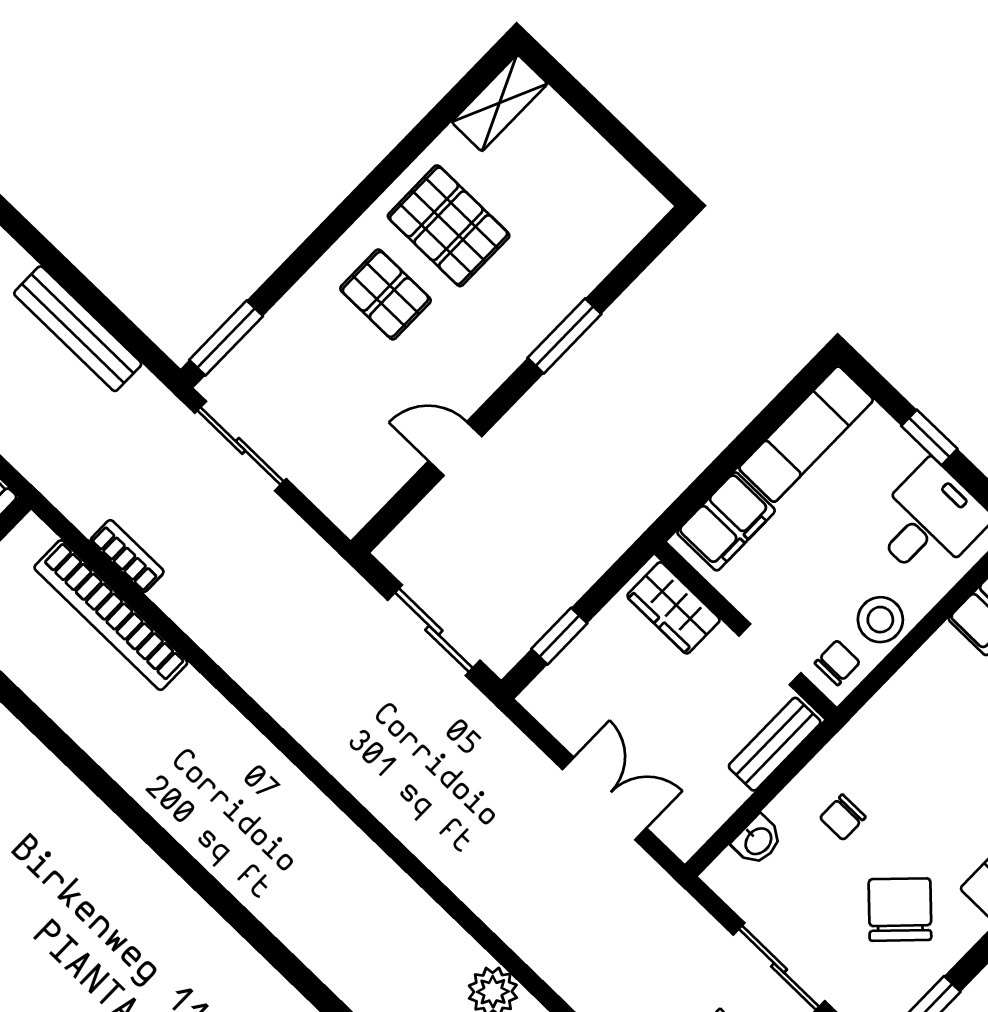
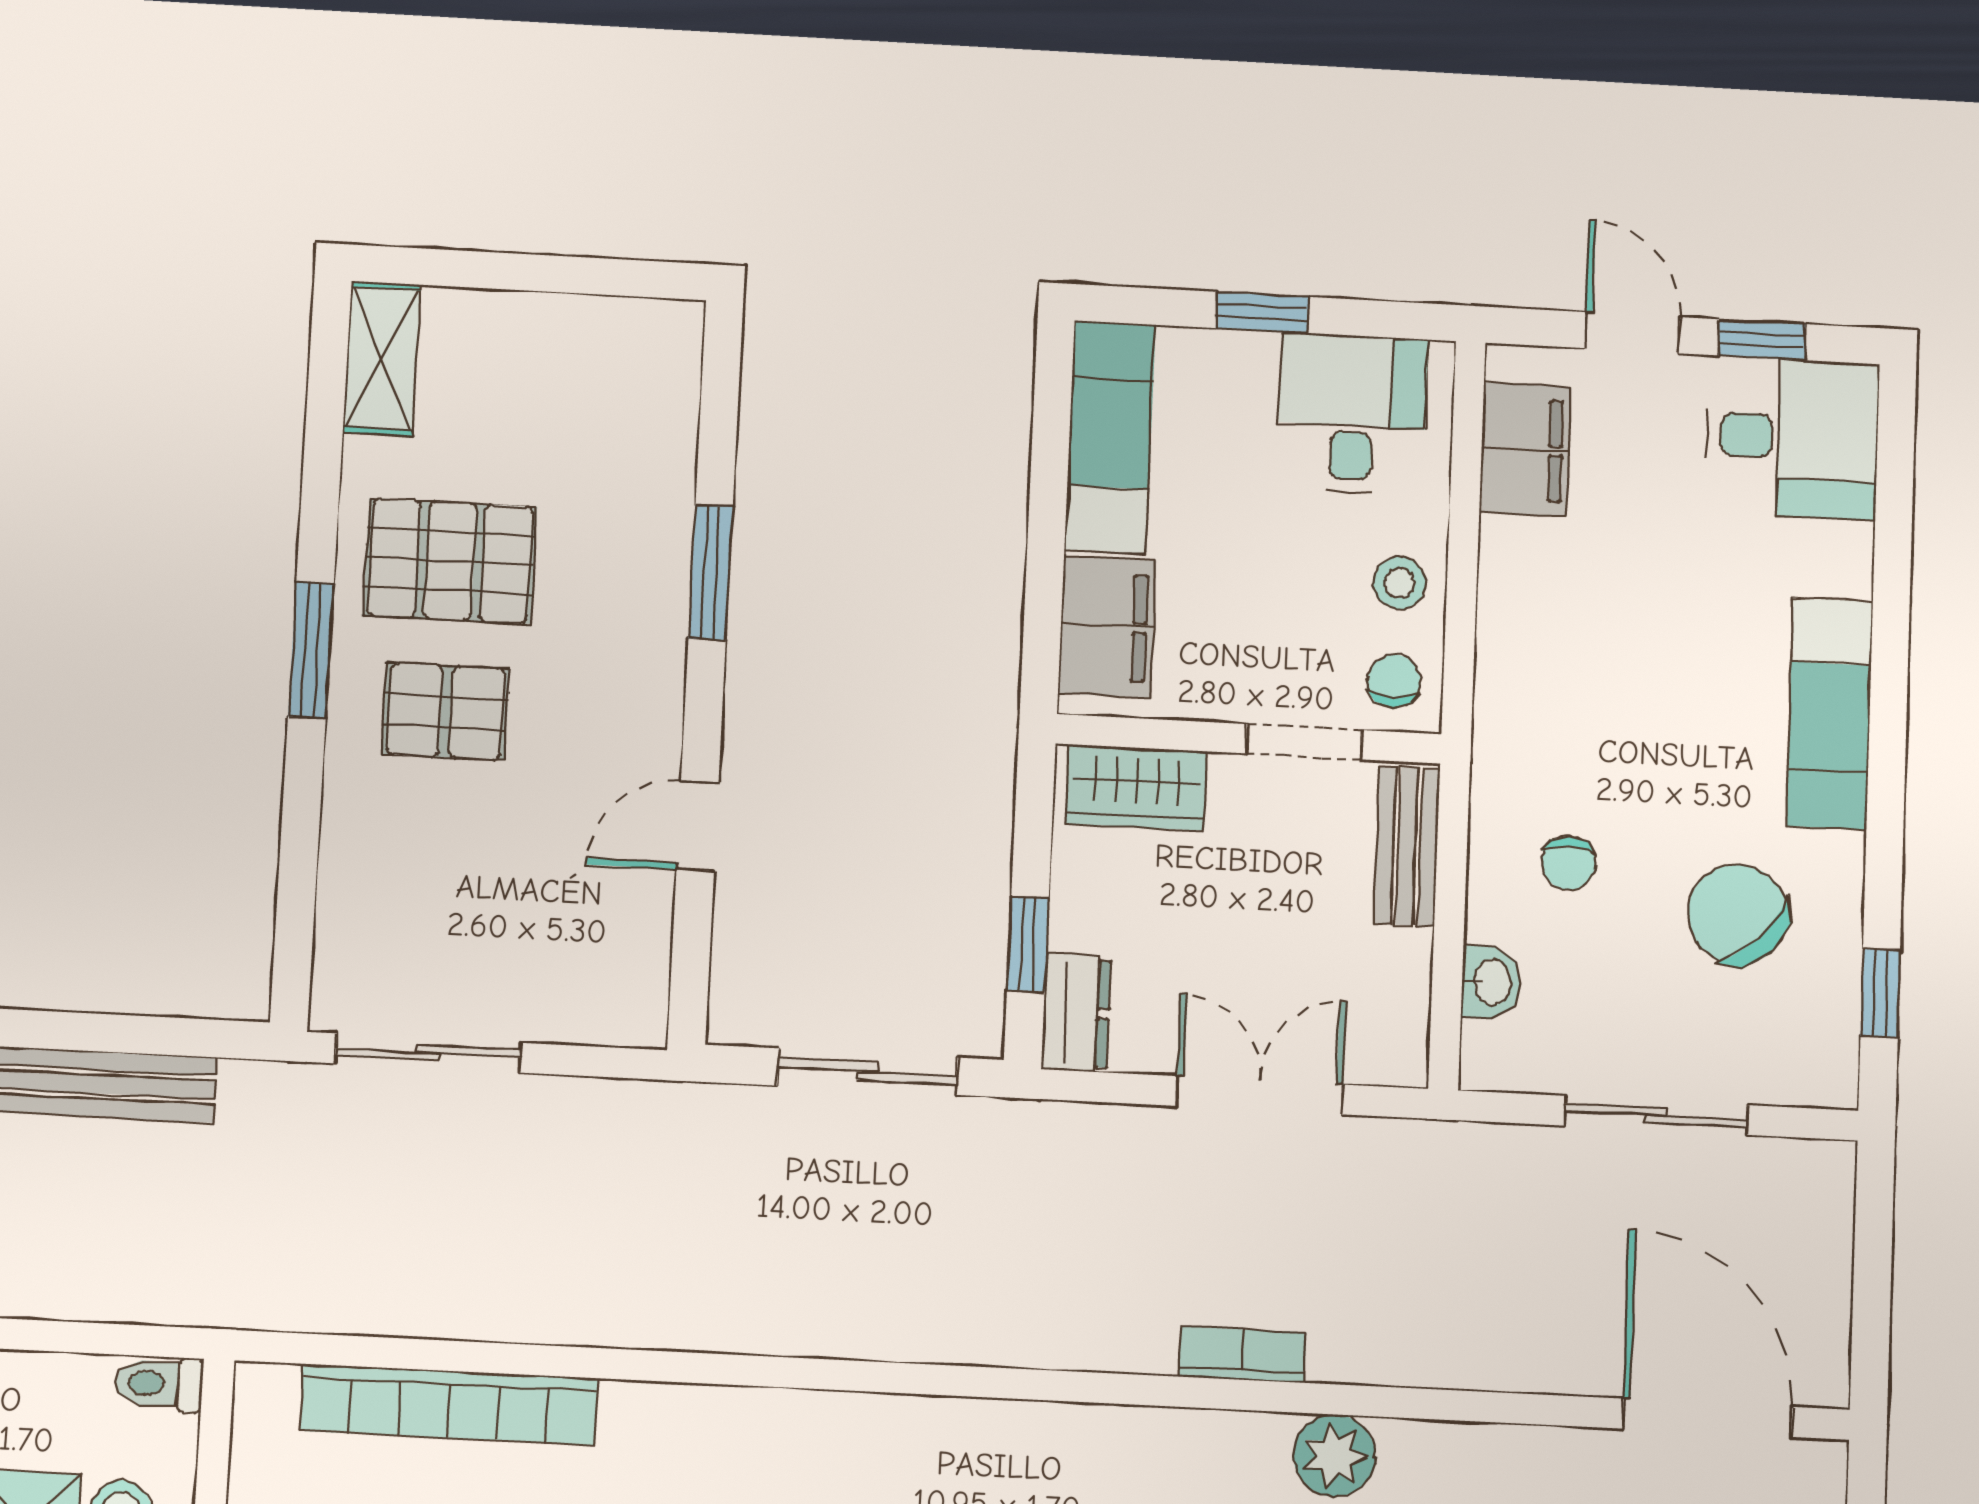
window: (226, 338) -> (311, 650), moved
bookcase: (127, 556) -> (1243, 1354), moved
stool: (880, 620) -> (1399, 583), width x0.73, depth x0.73
dresser: (554, 687) -> (1076, 1013), added

